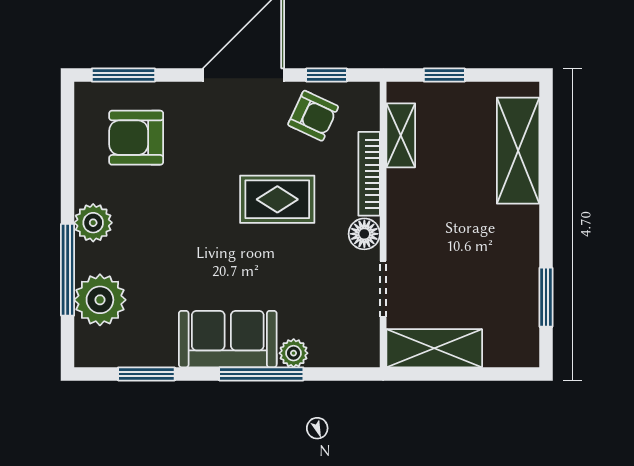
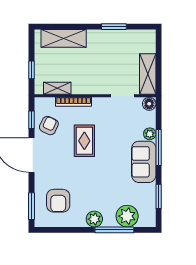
floor lamp: (364, 234) -> (149, 104), moved
window: (546, 297) -> (114, 27), moved

